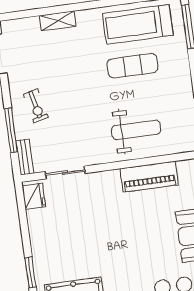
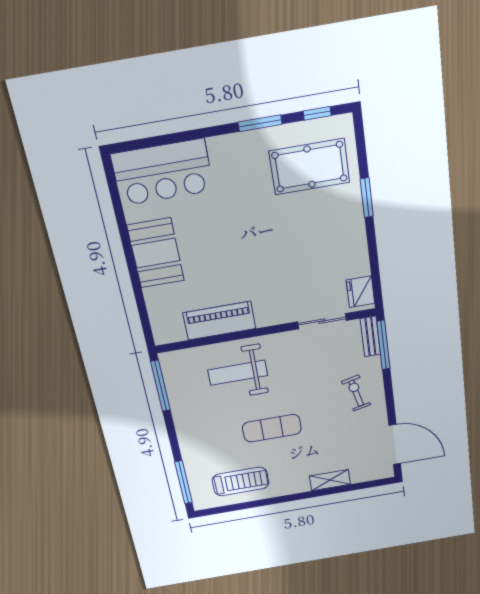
treadmill: (138, 24) -> (241, 482), width x0.73, depth x0.73
exercise mat: (133, 66) -> (272, 428), moved
window: (11, 130) -> (383, 345), moved

